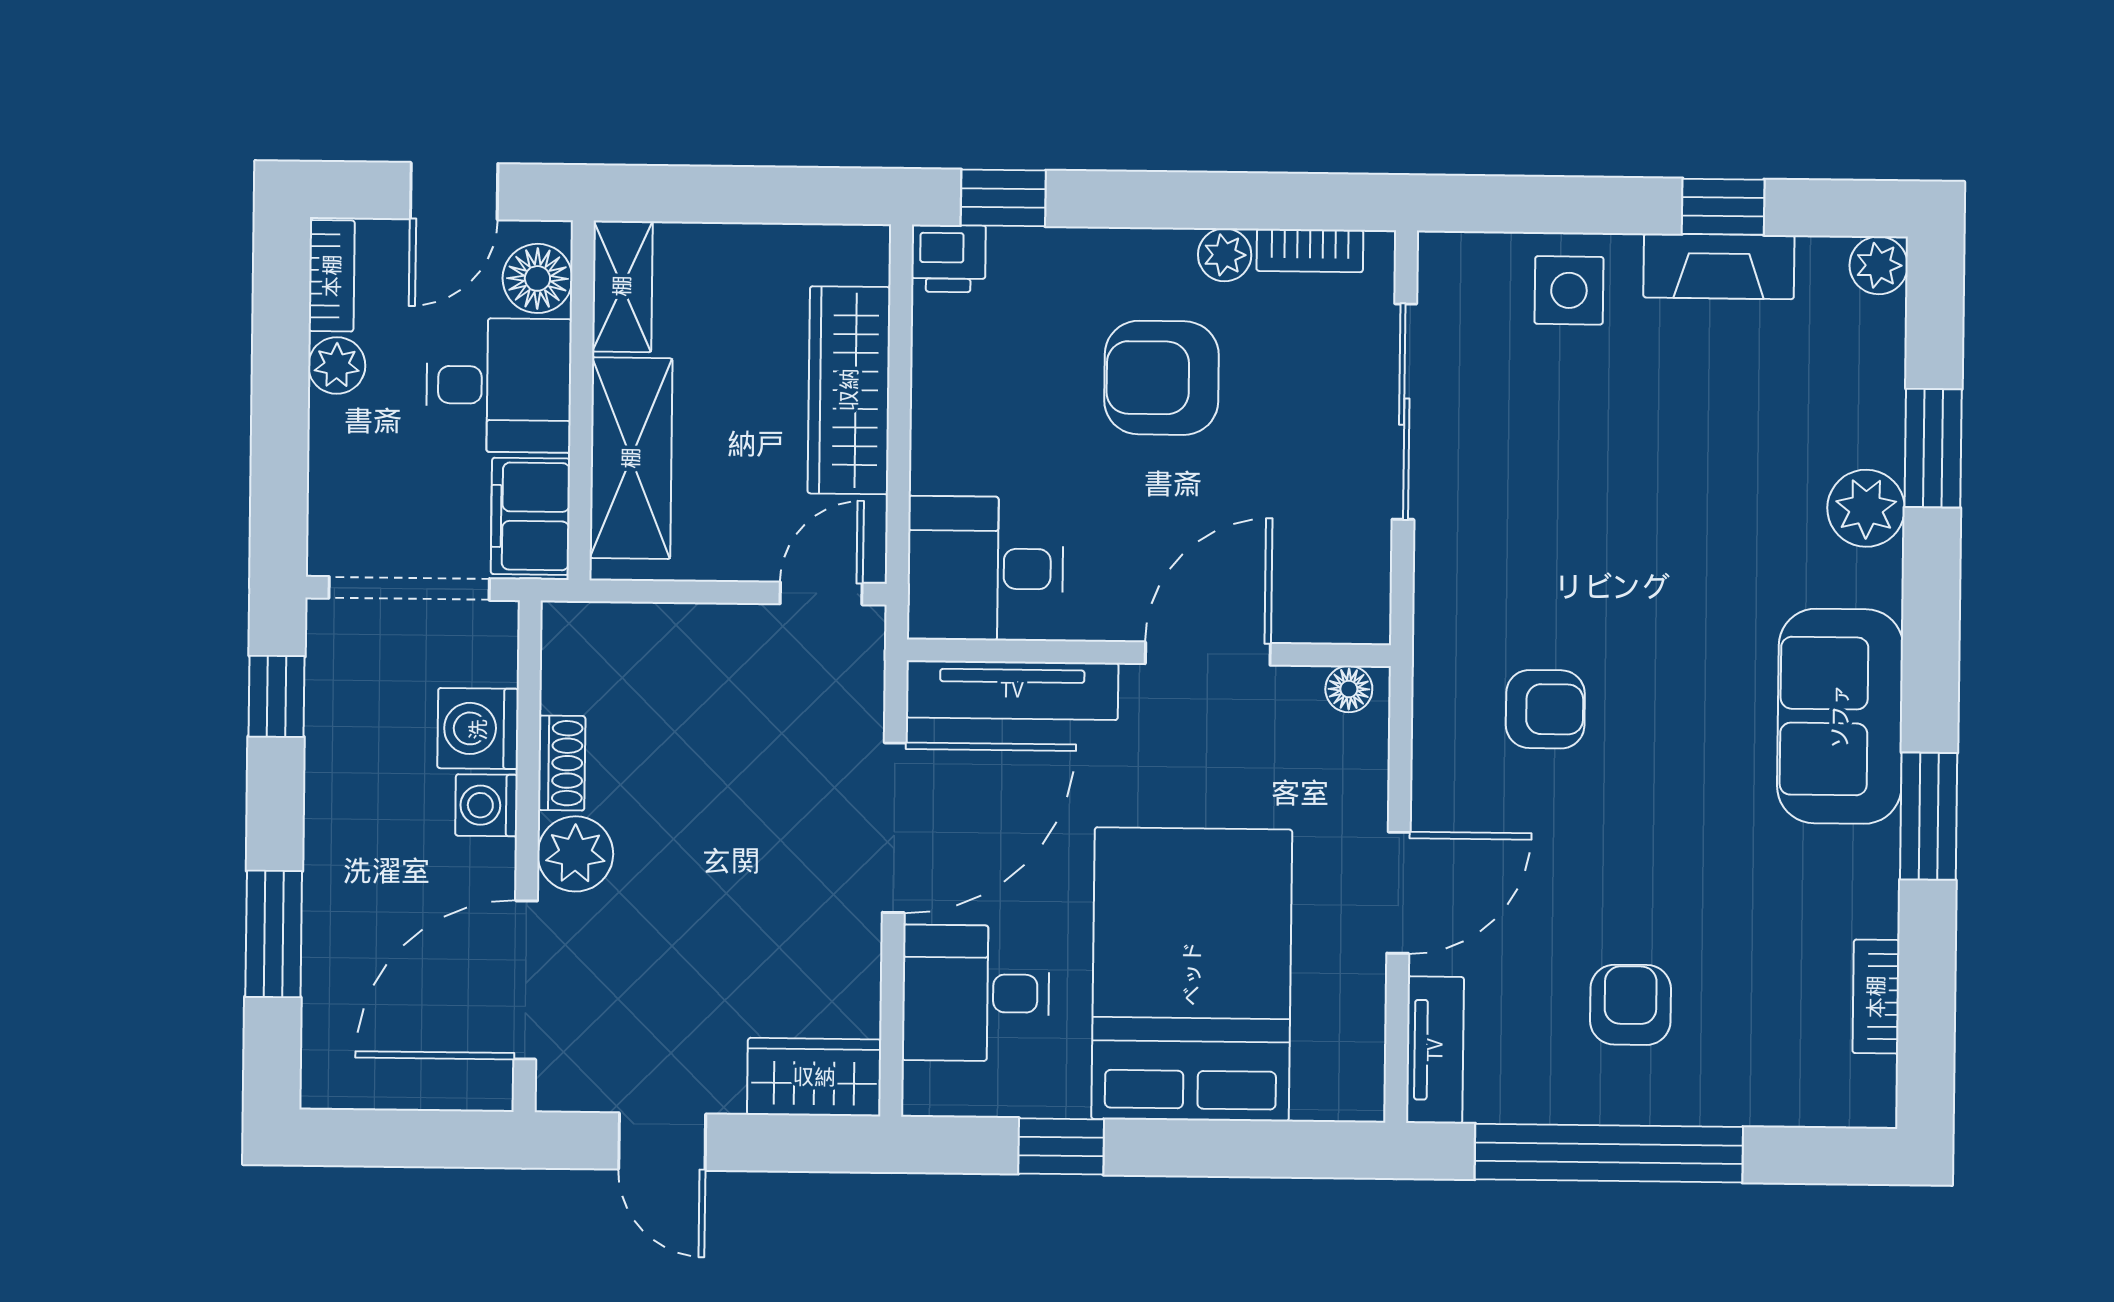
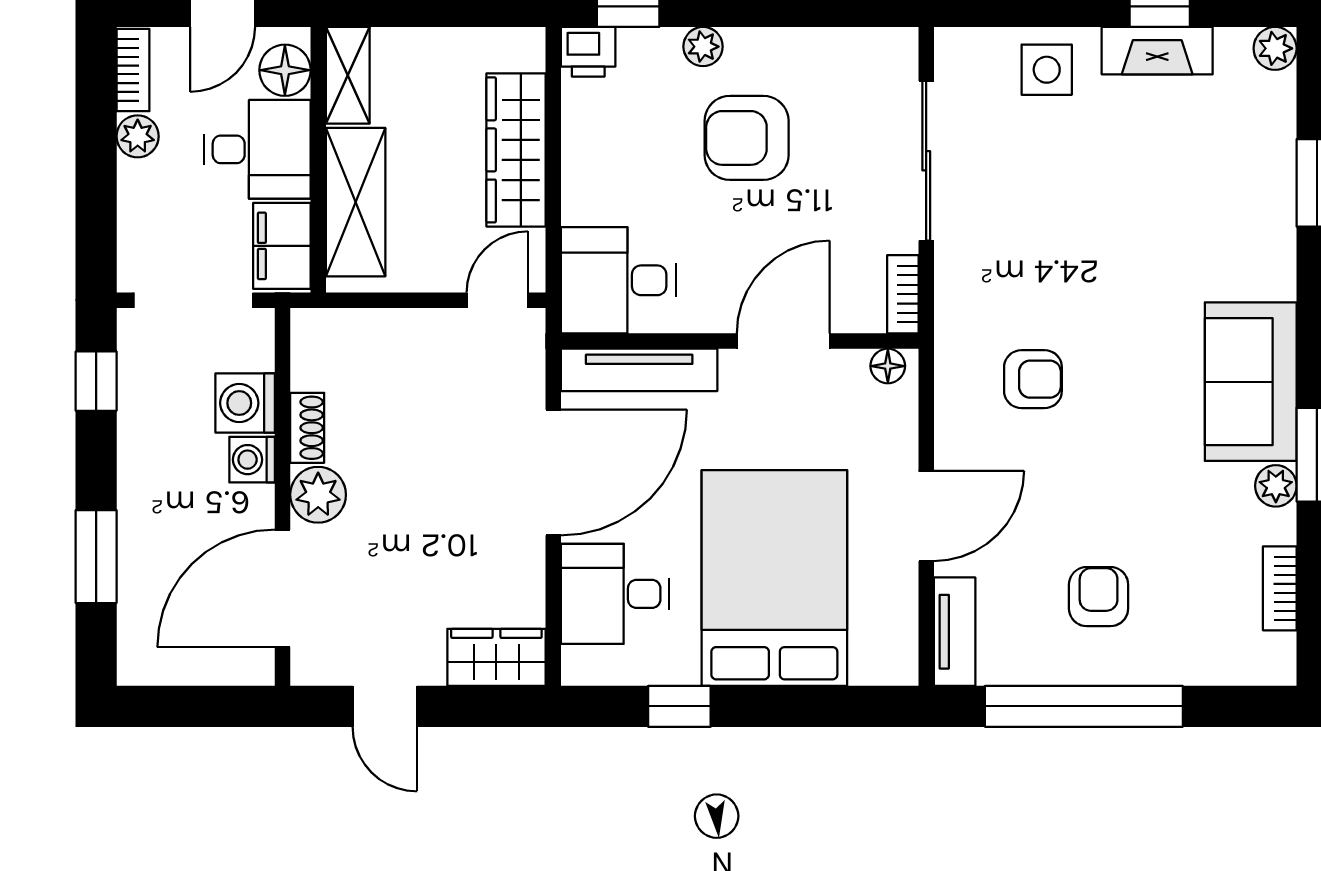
bookcase: (1310, 251) -> (903, 294), moved, turned 90
plant: (1225, 255) -> (703, 47), moved
plant: (1866, 508) -> (1276, 486), moved, width x0.73, depth x0.73

